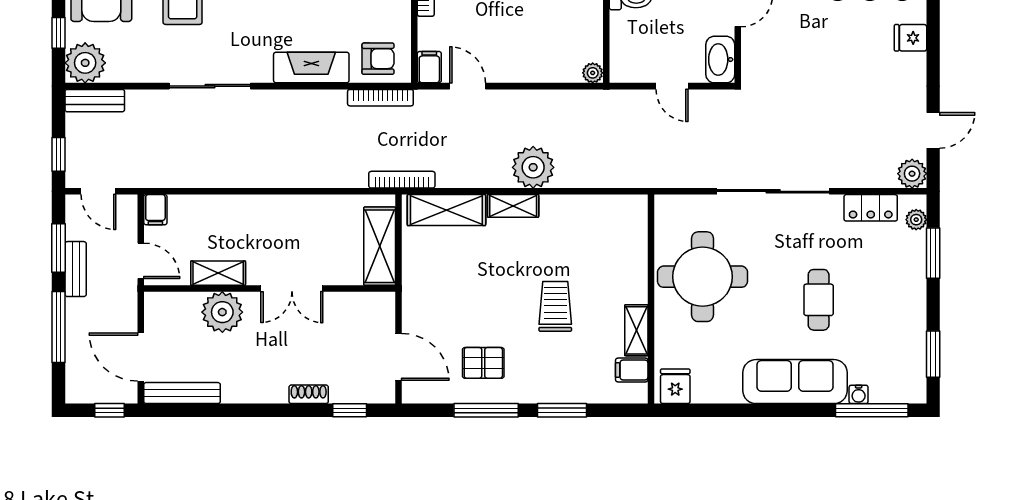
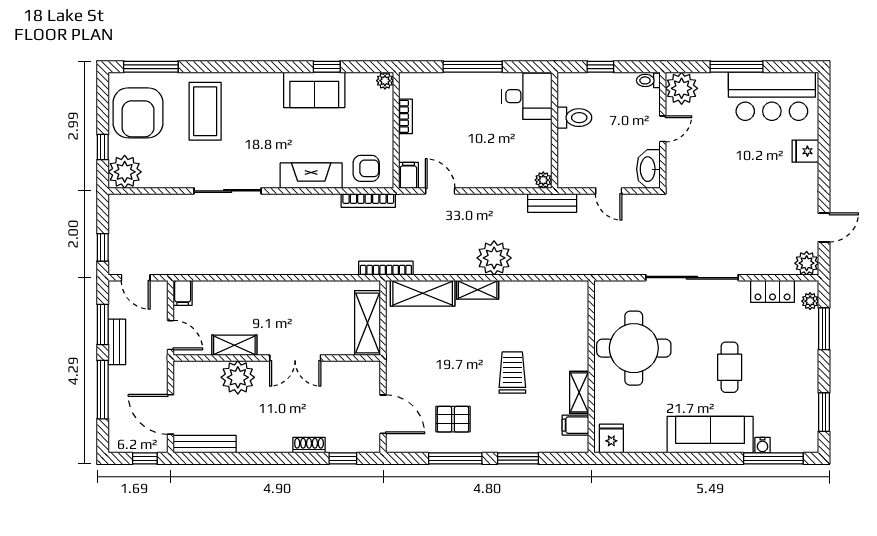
bench: (95, 101) -> (552, 203), moved

